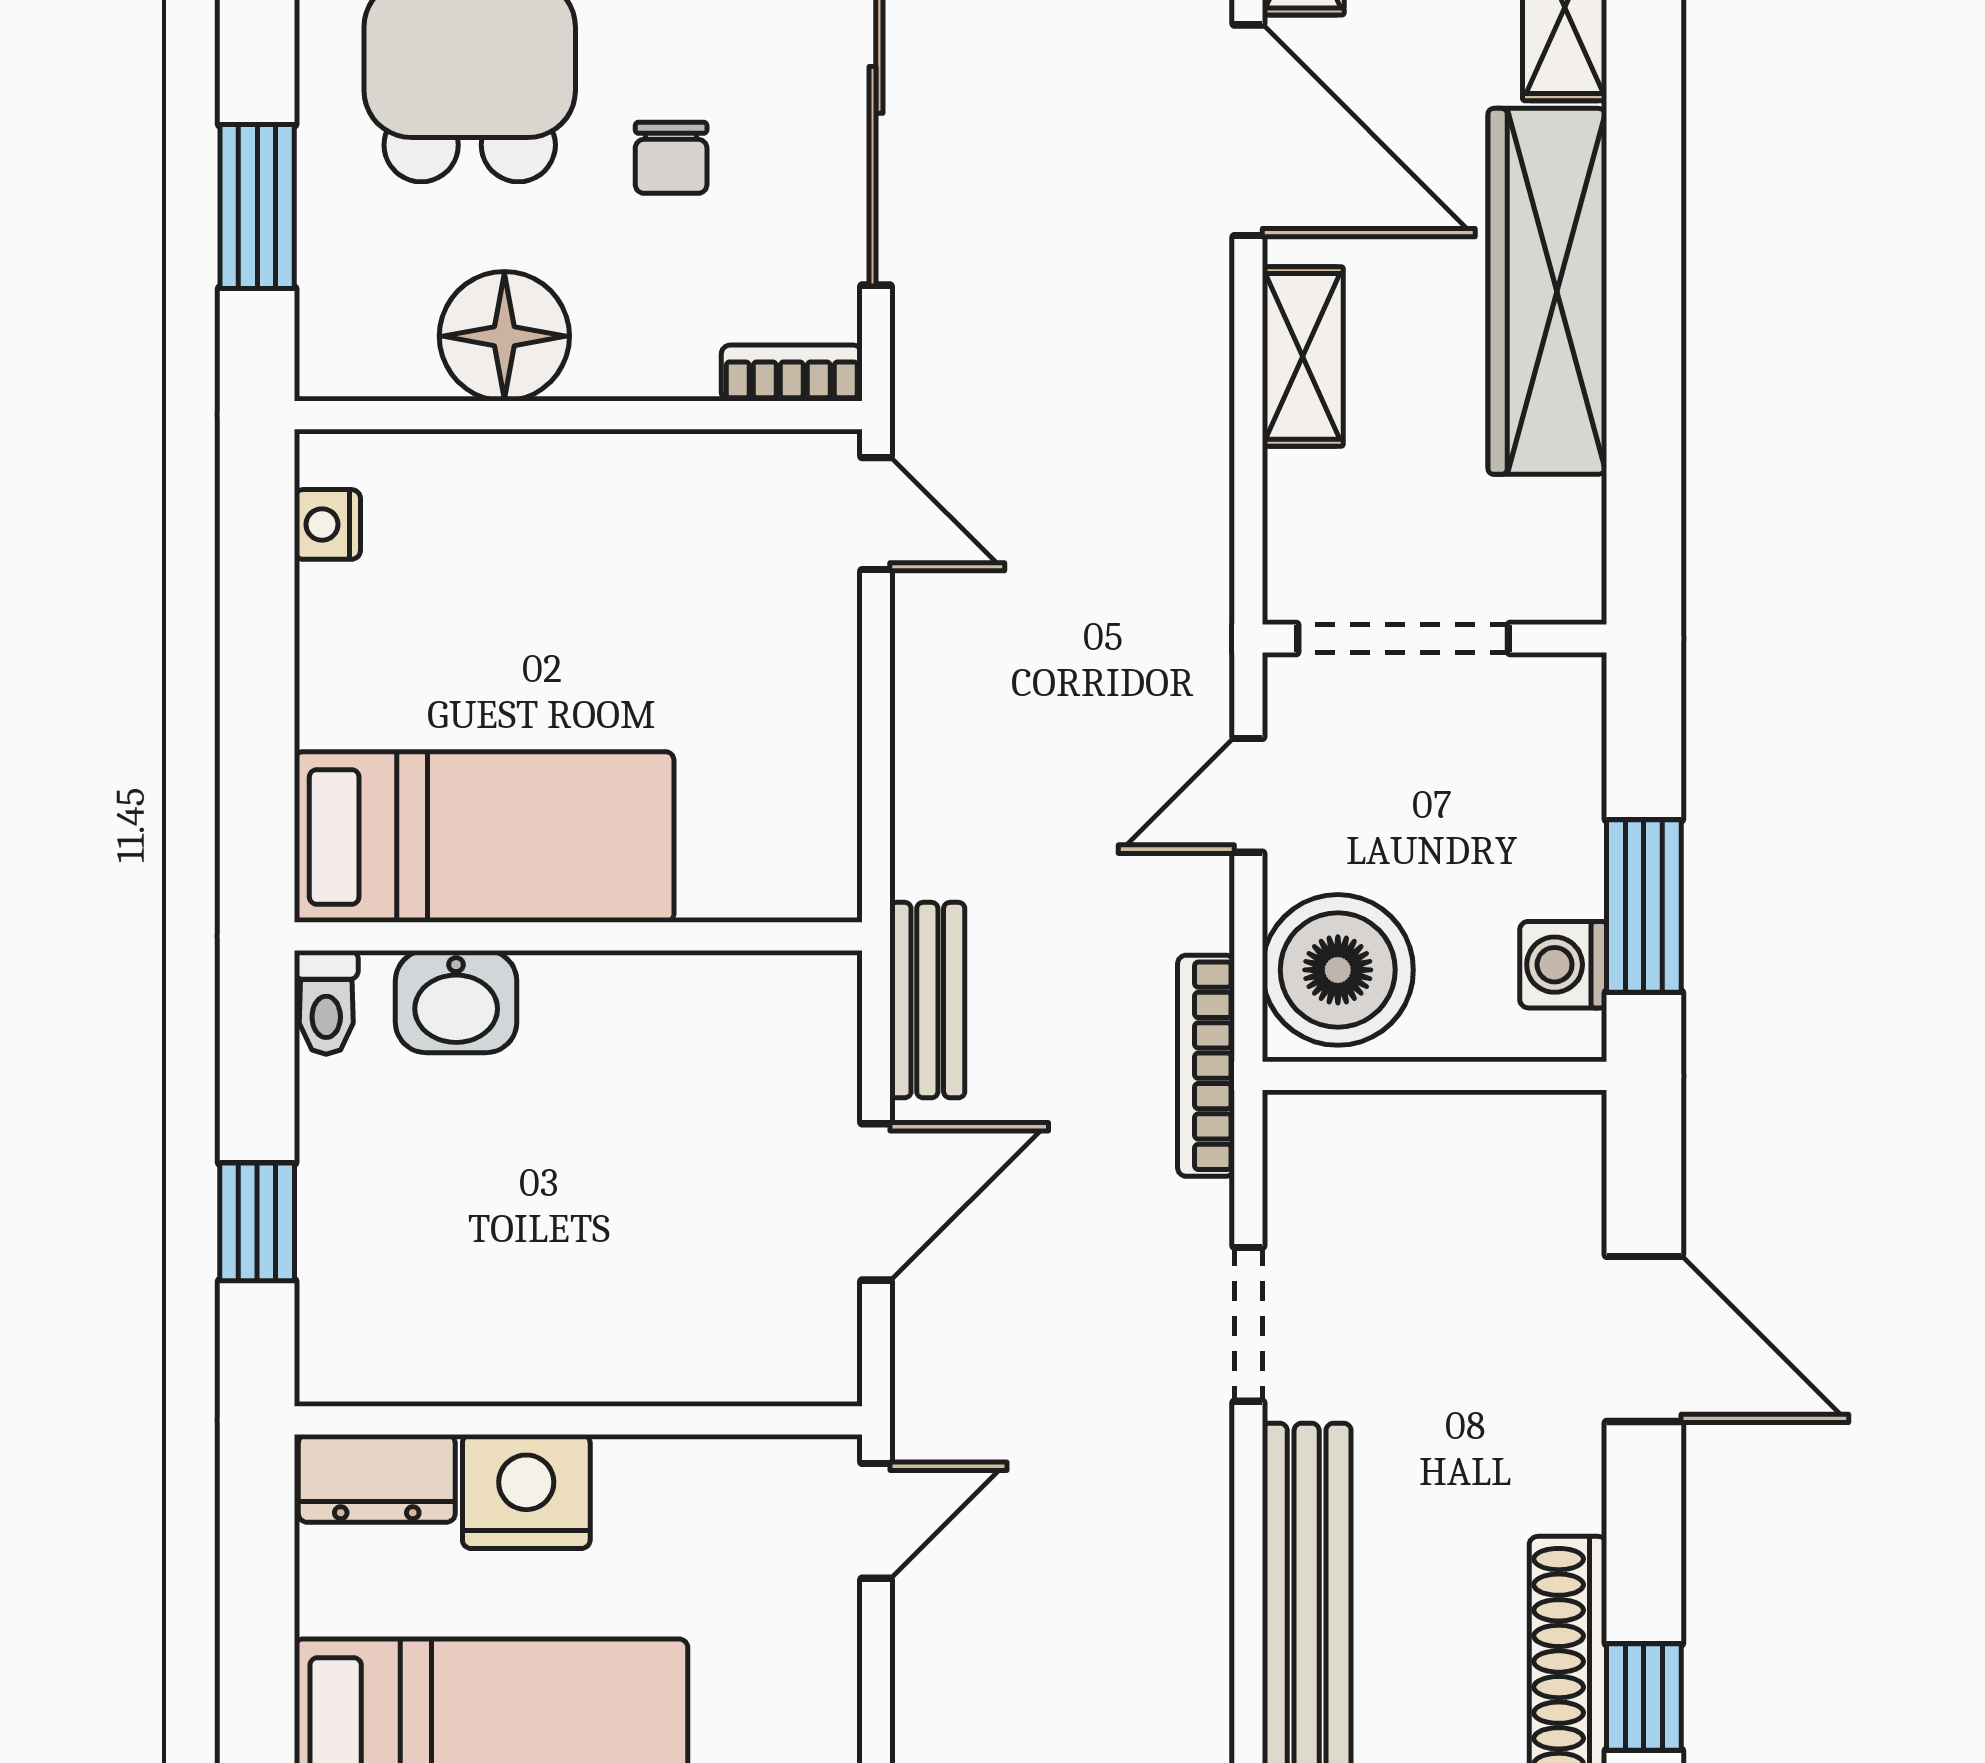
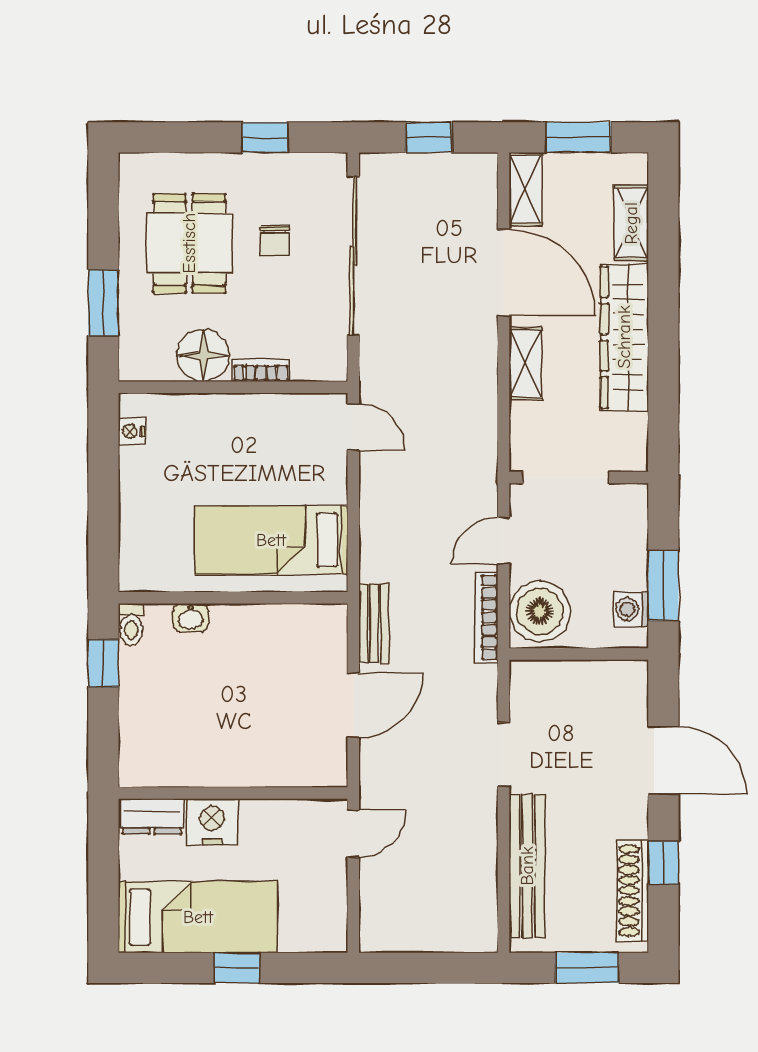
chair: (671, 158) -> (275, 240), moved
bookcase: (792, 373) -> (261, 370), moved
bed: (484, 837) -> (271, 540), moved, turned 180
washbasin: (456, 1002) -> (191, 618), width x0.72, depth x0.69
bookcase: (1206, 1066) -> (487, 617), moved
window: (257, 1222) -> (103, 663), moved
window: (1644, 1697) -> (663, 863), moved

